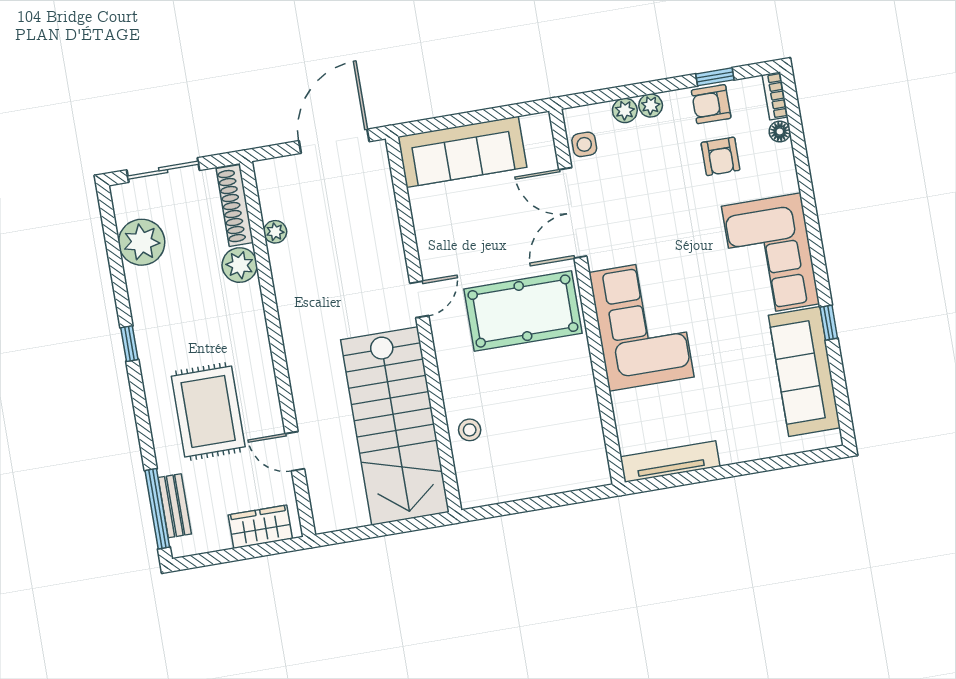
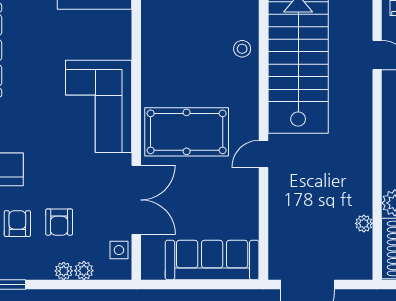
armchair: (711, 104) -> (59, 222), moved, turned 90

